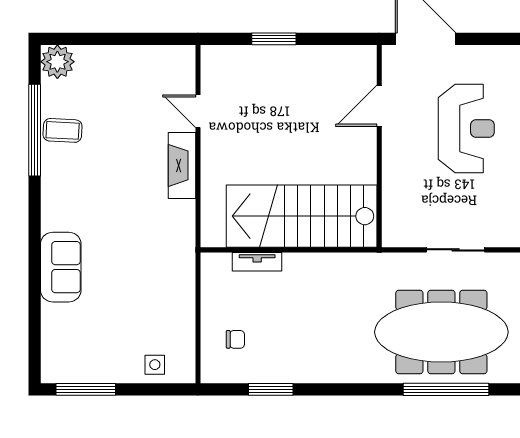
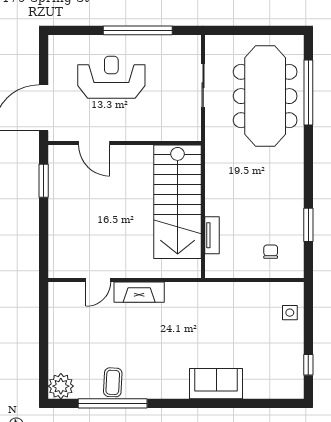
window: (274, 39) -> (44, 181), moved
window: (86, 389) -> (308, 365), width x0.46

